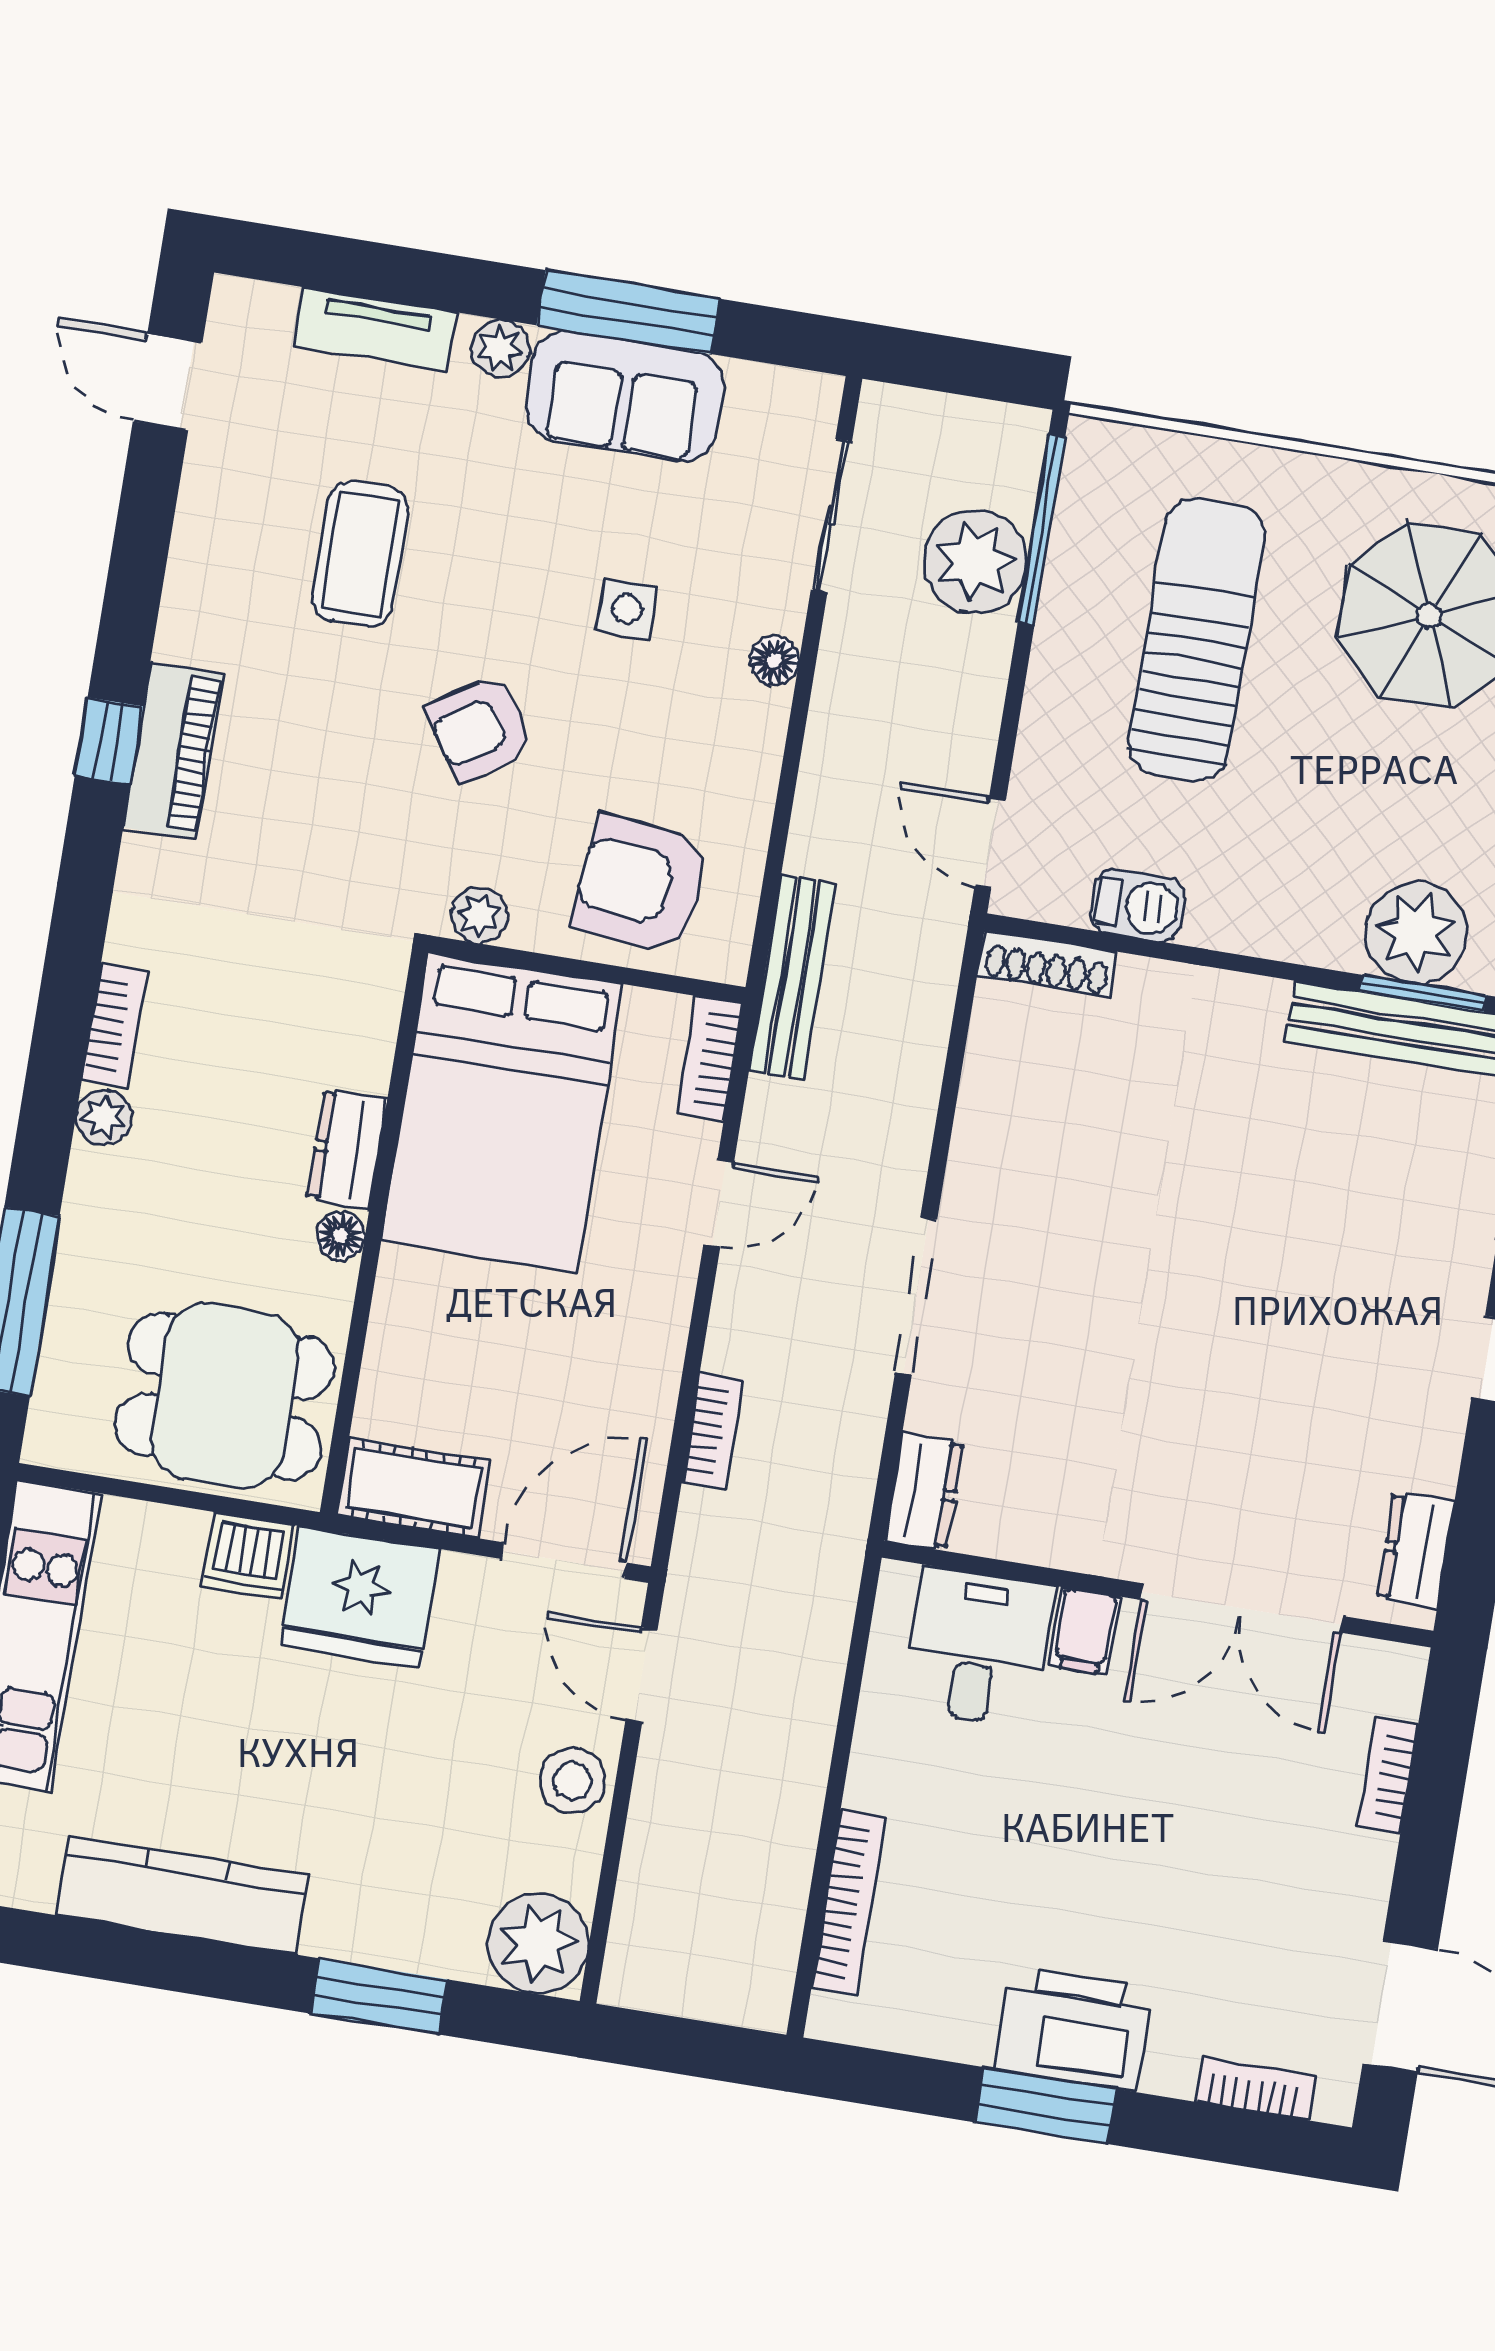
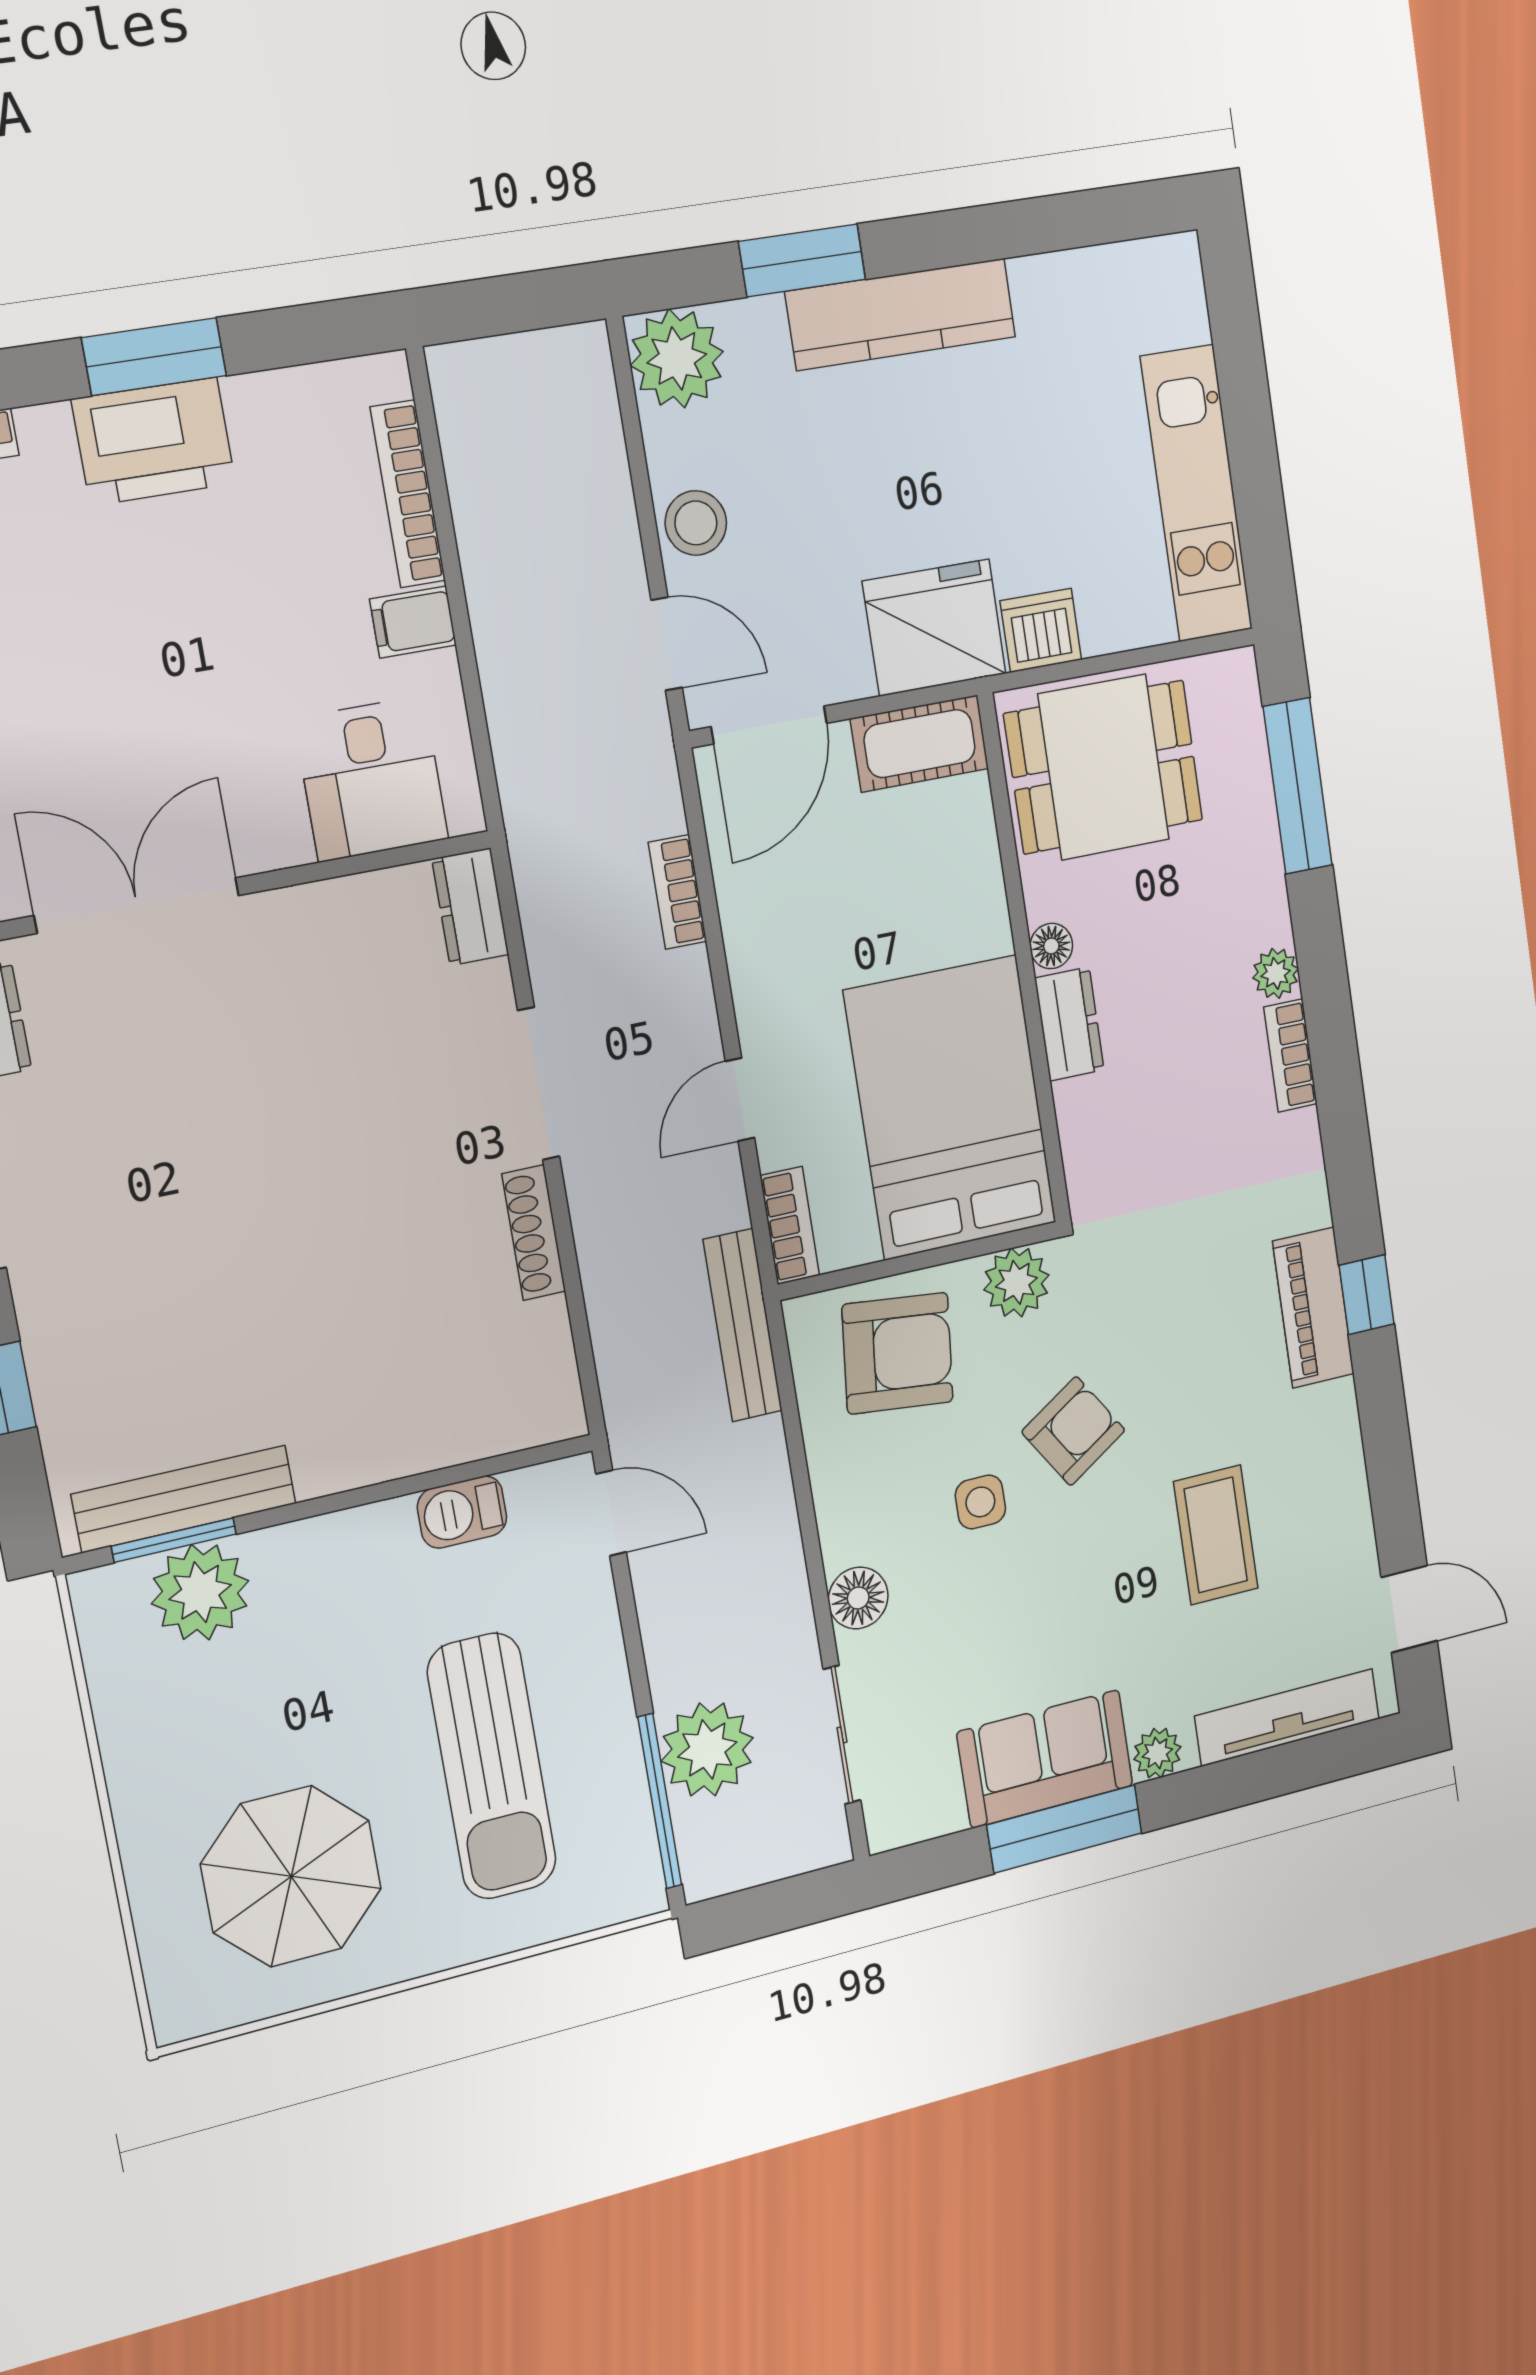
tv unit: (375, 329) -> (1287, 1717), width x1.41
side table: (627, 609) -> (980, 1502), moved
floor lamp: (774, 661) -> (858, 1598), width x1.37, depth x1.37
plant: (479, 915) -> (1016, 1282), width x1.38, depth x1.38
shoe rack: (1047, 963) -> (534, 1233), moved, turned -90
filing cabinet: (1085, 1631) -> (413, 622), moved, turned -90
kitchen counter: (182, 1895) -> (901, 314), moved

